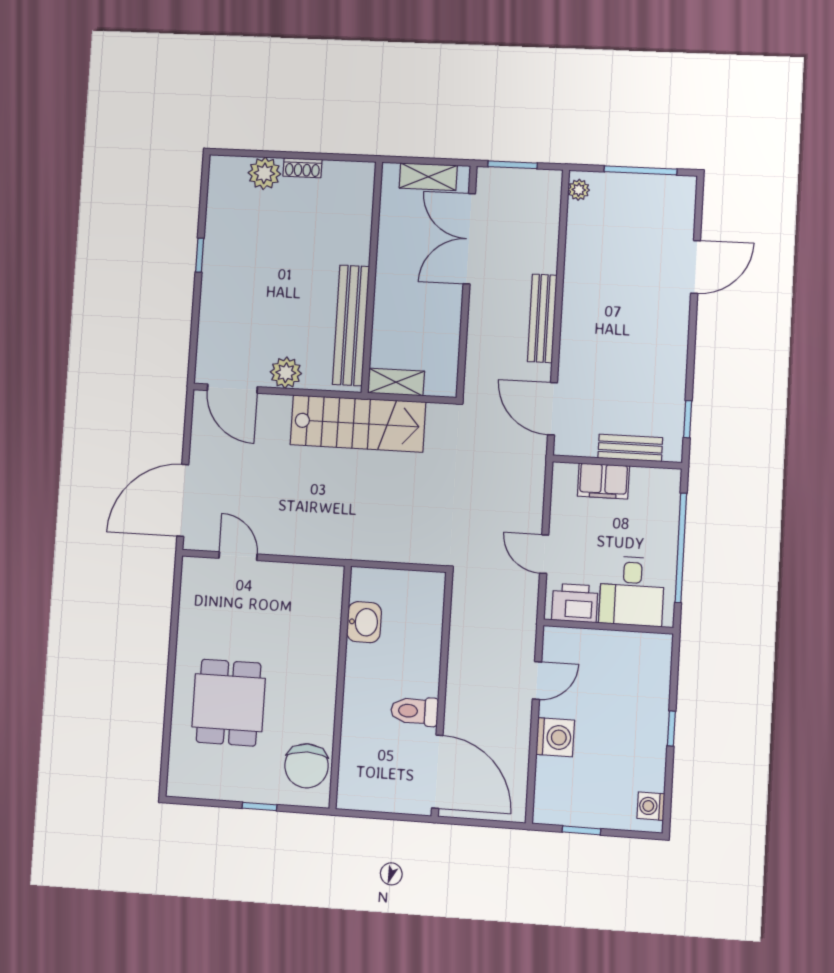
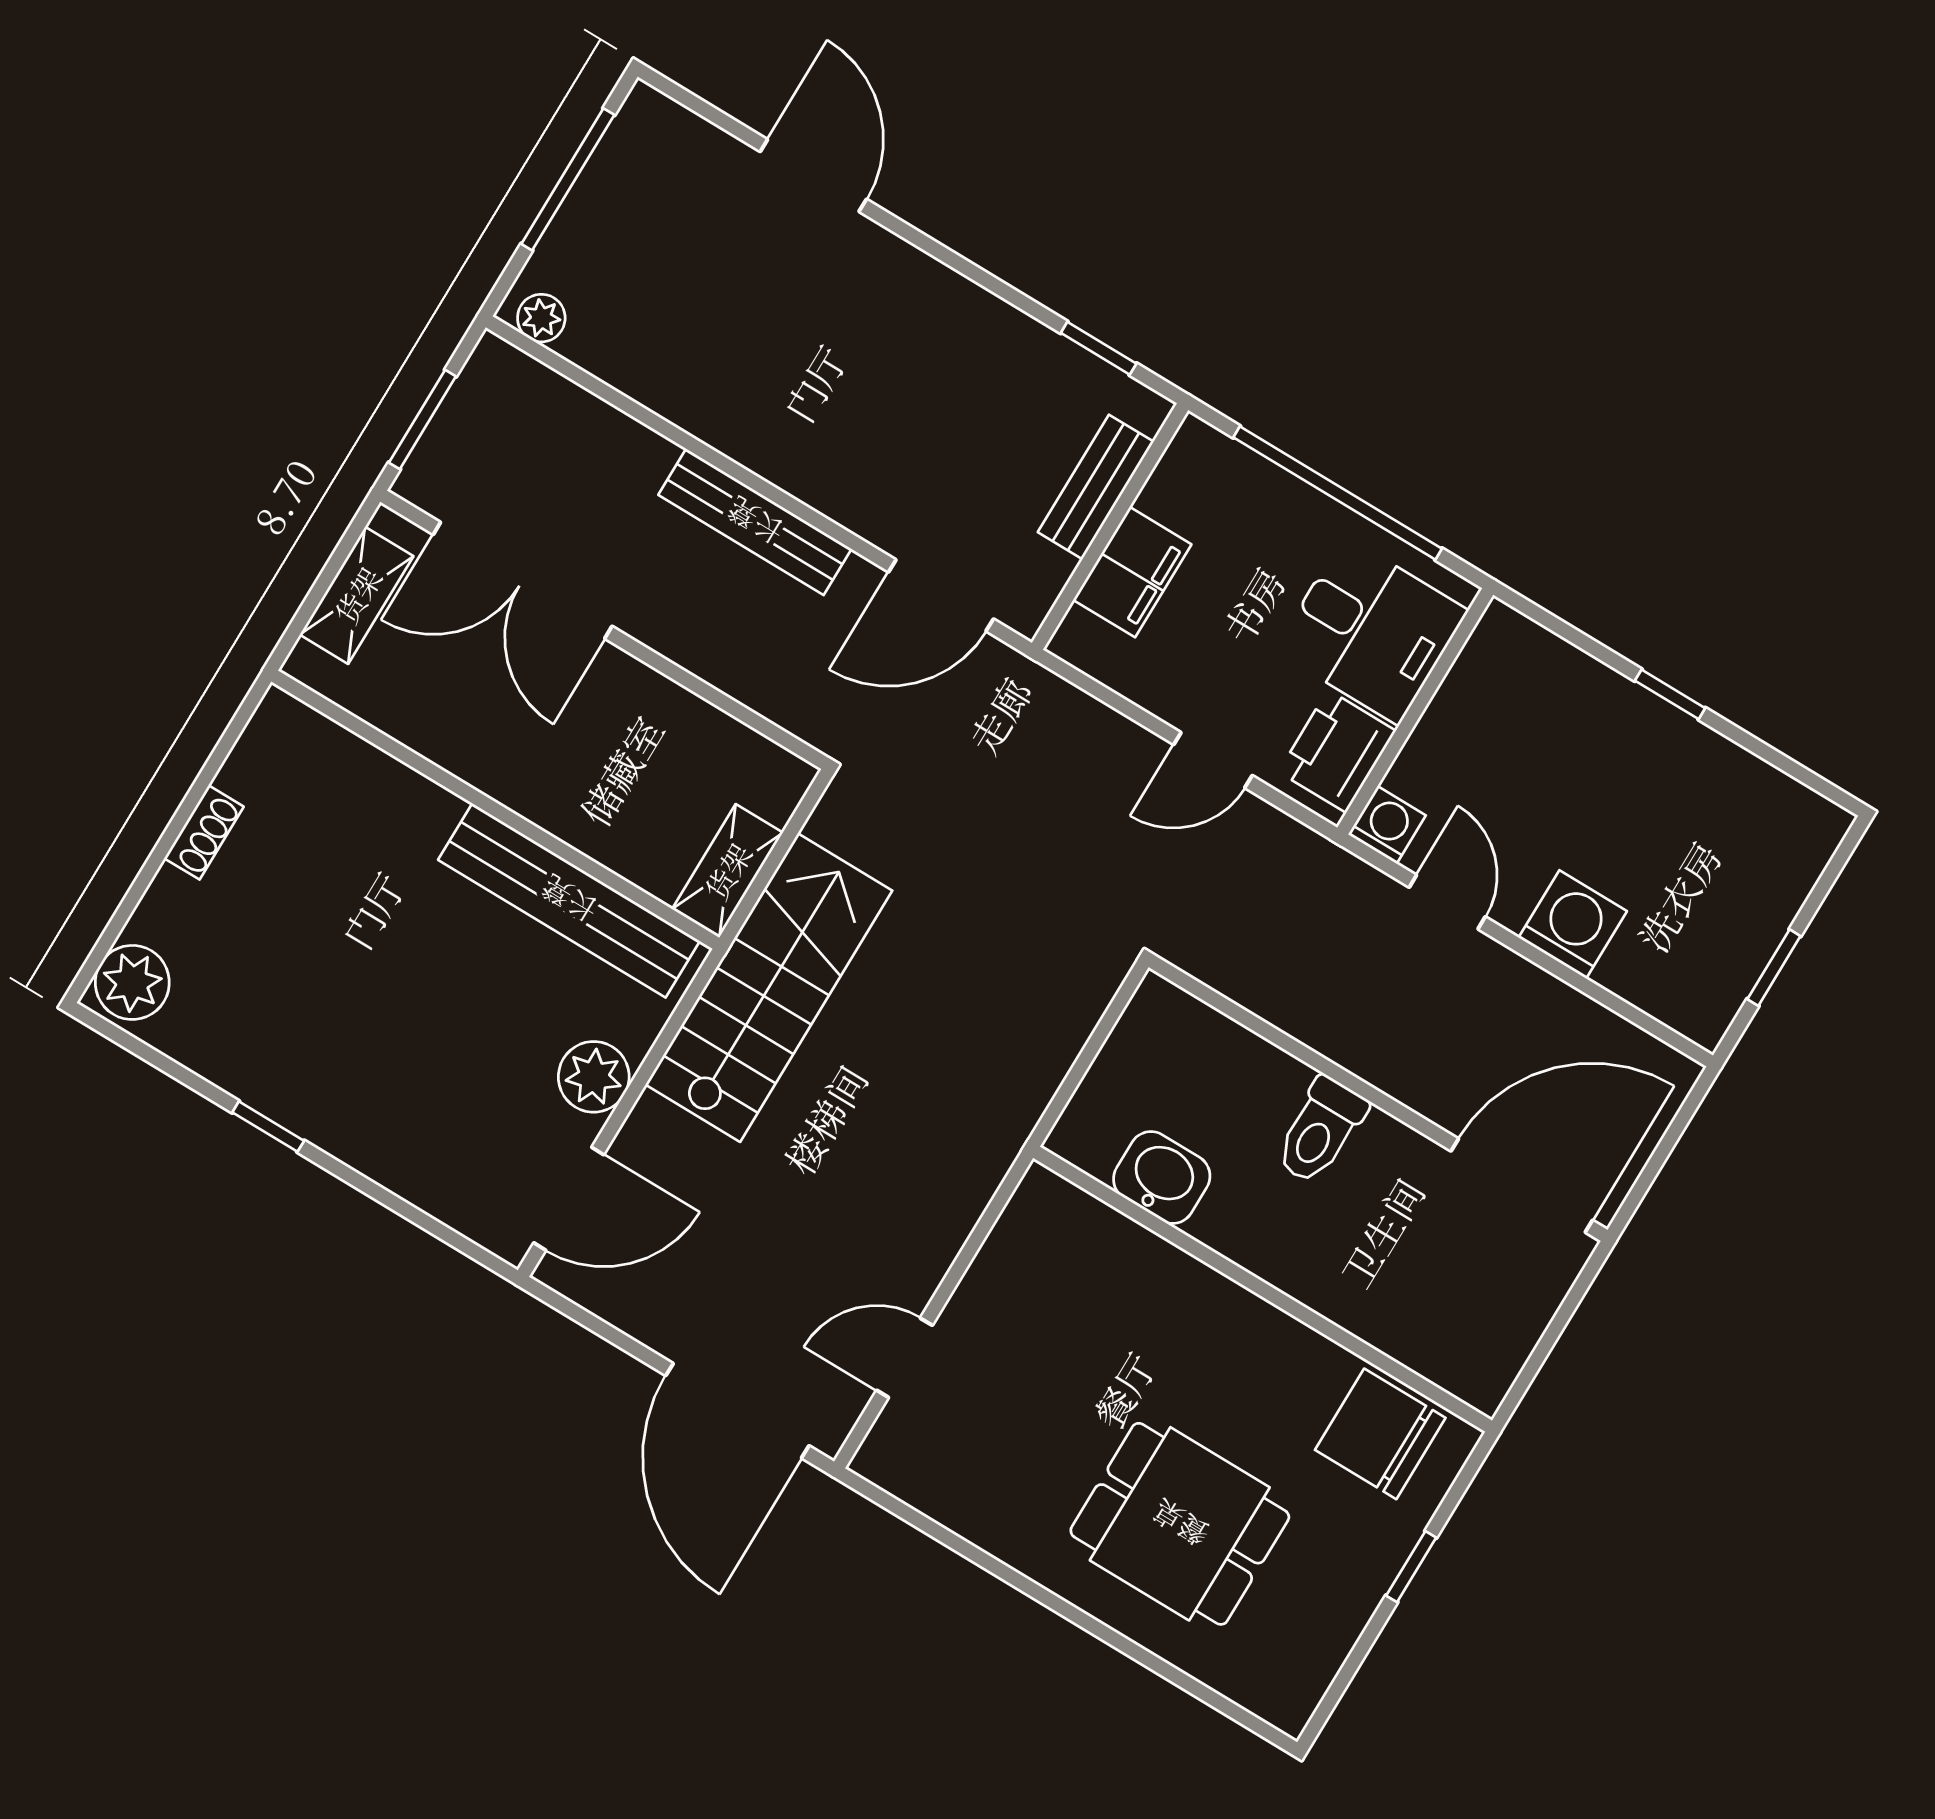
plant: (264, 173) -> (132, 982), moved
toilet: (415, 711) -> (1320, 1131), moved
chair: (307, 766) -> (1380, 1434), turned 180
washing machine: (651, 806) -> (1387, 825), moved, turned 180

